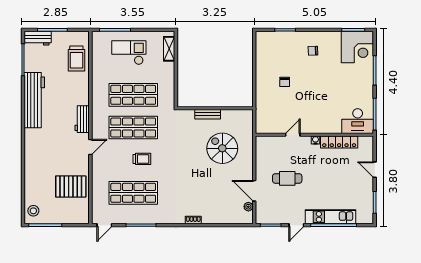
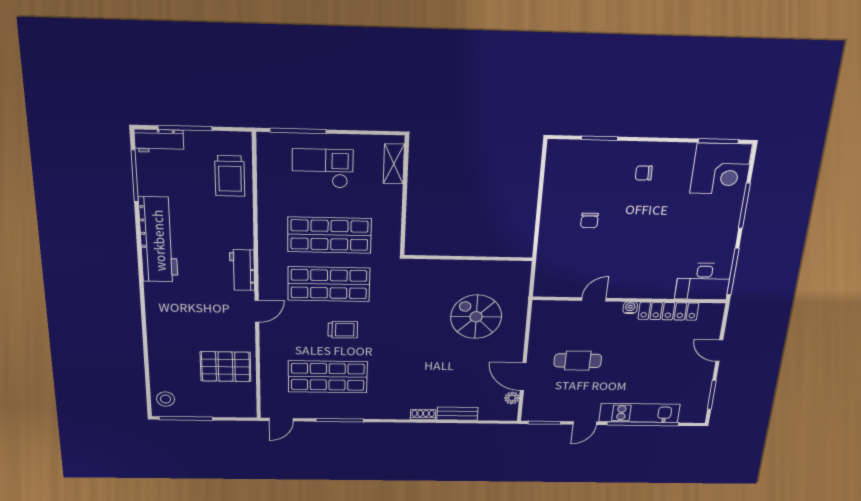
bench: (208, 114) -> (457, 414), moved

